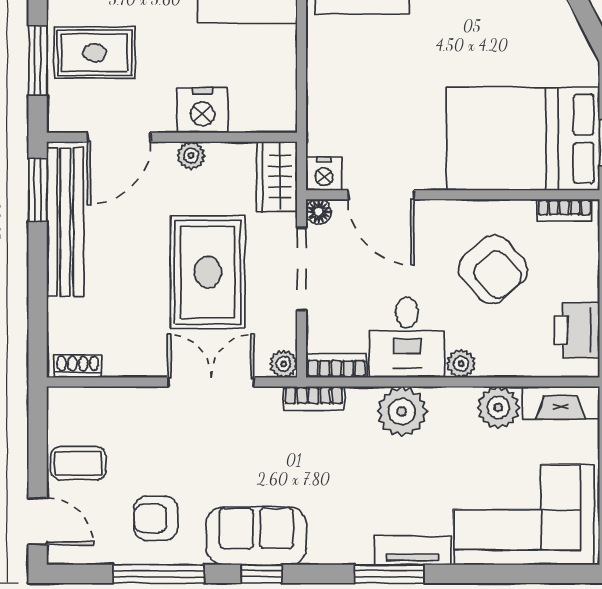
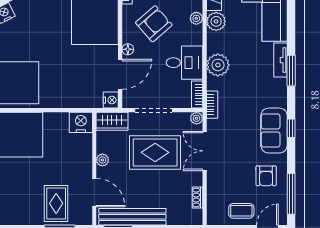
nightstand: (203, 110) -> (81, 122), moved, turned -90
floor lamp: (318, 212) -> (128, 49), moved
plant: (461, 364) -> (196, 18), moved
shoe rack: (78, 366) -> (197, 198), moved
coffee table: (78, 463) -> (241, 211), turned 90
window: (159, 574) -> (291, 194), moved

